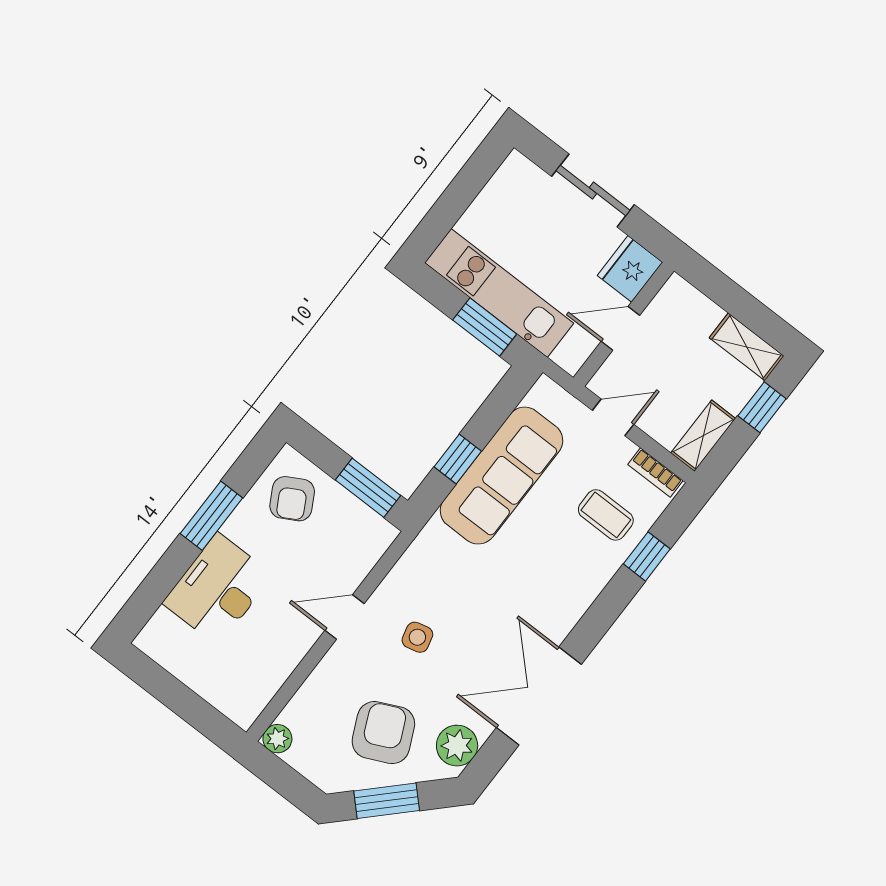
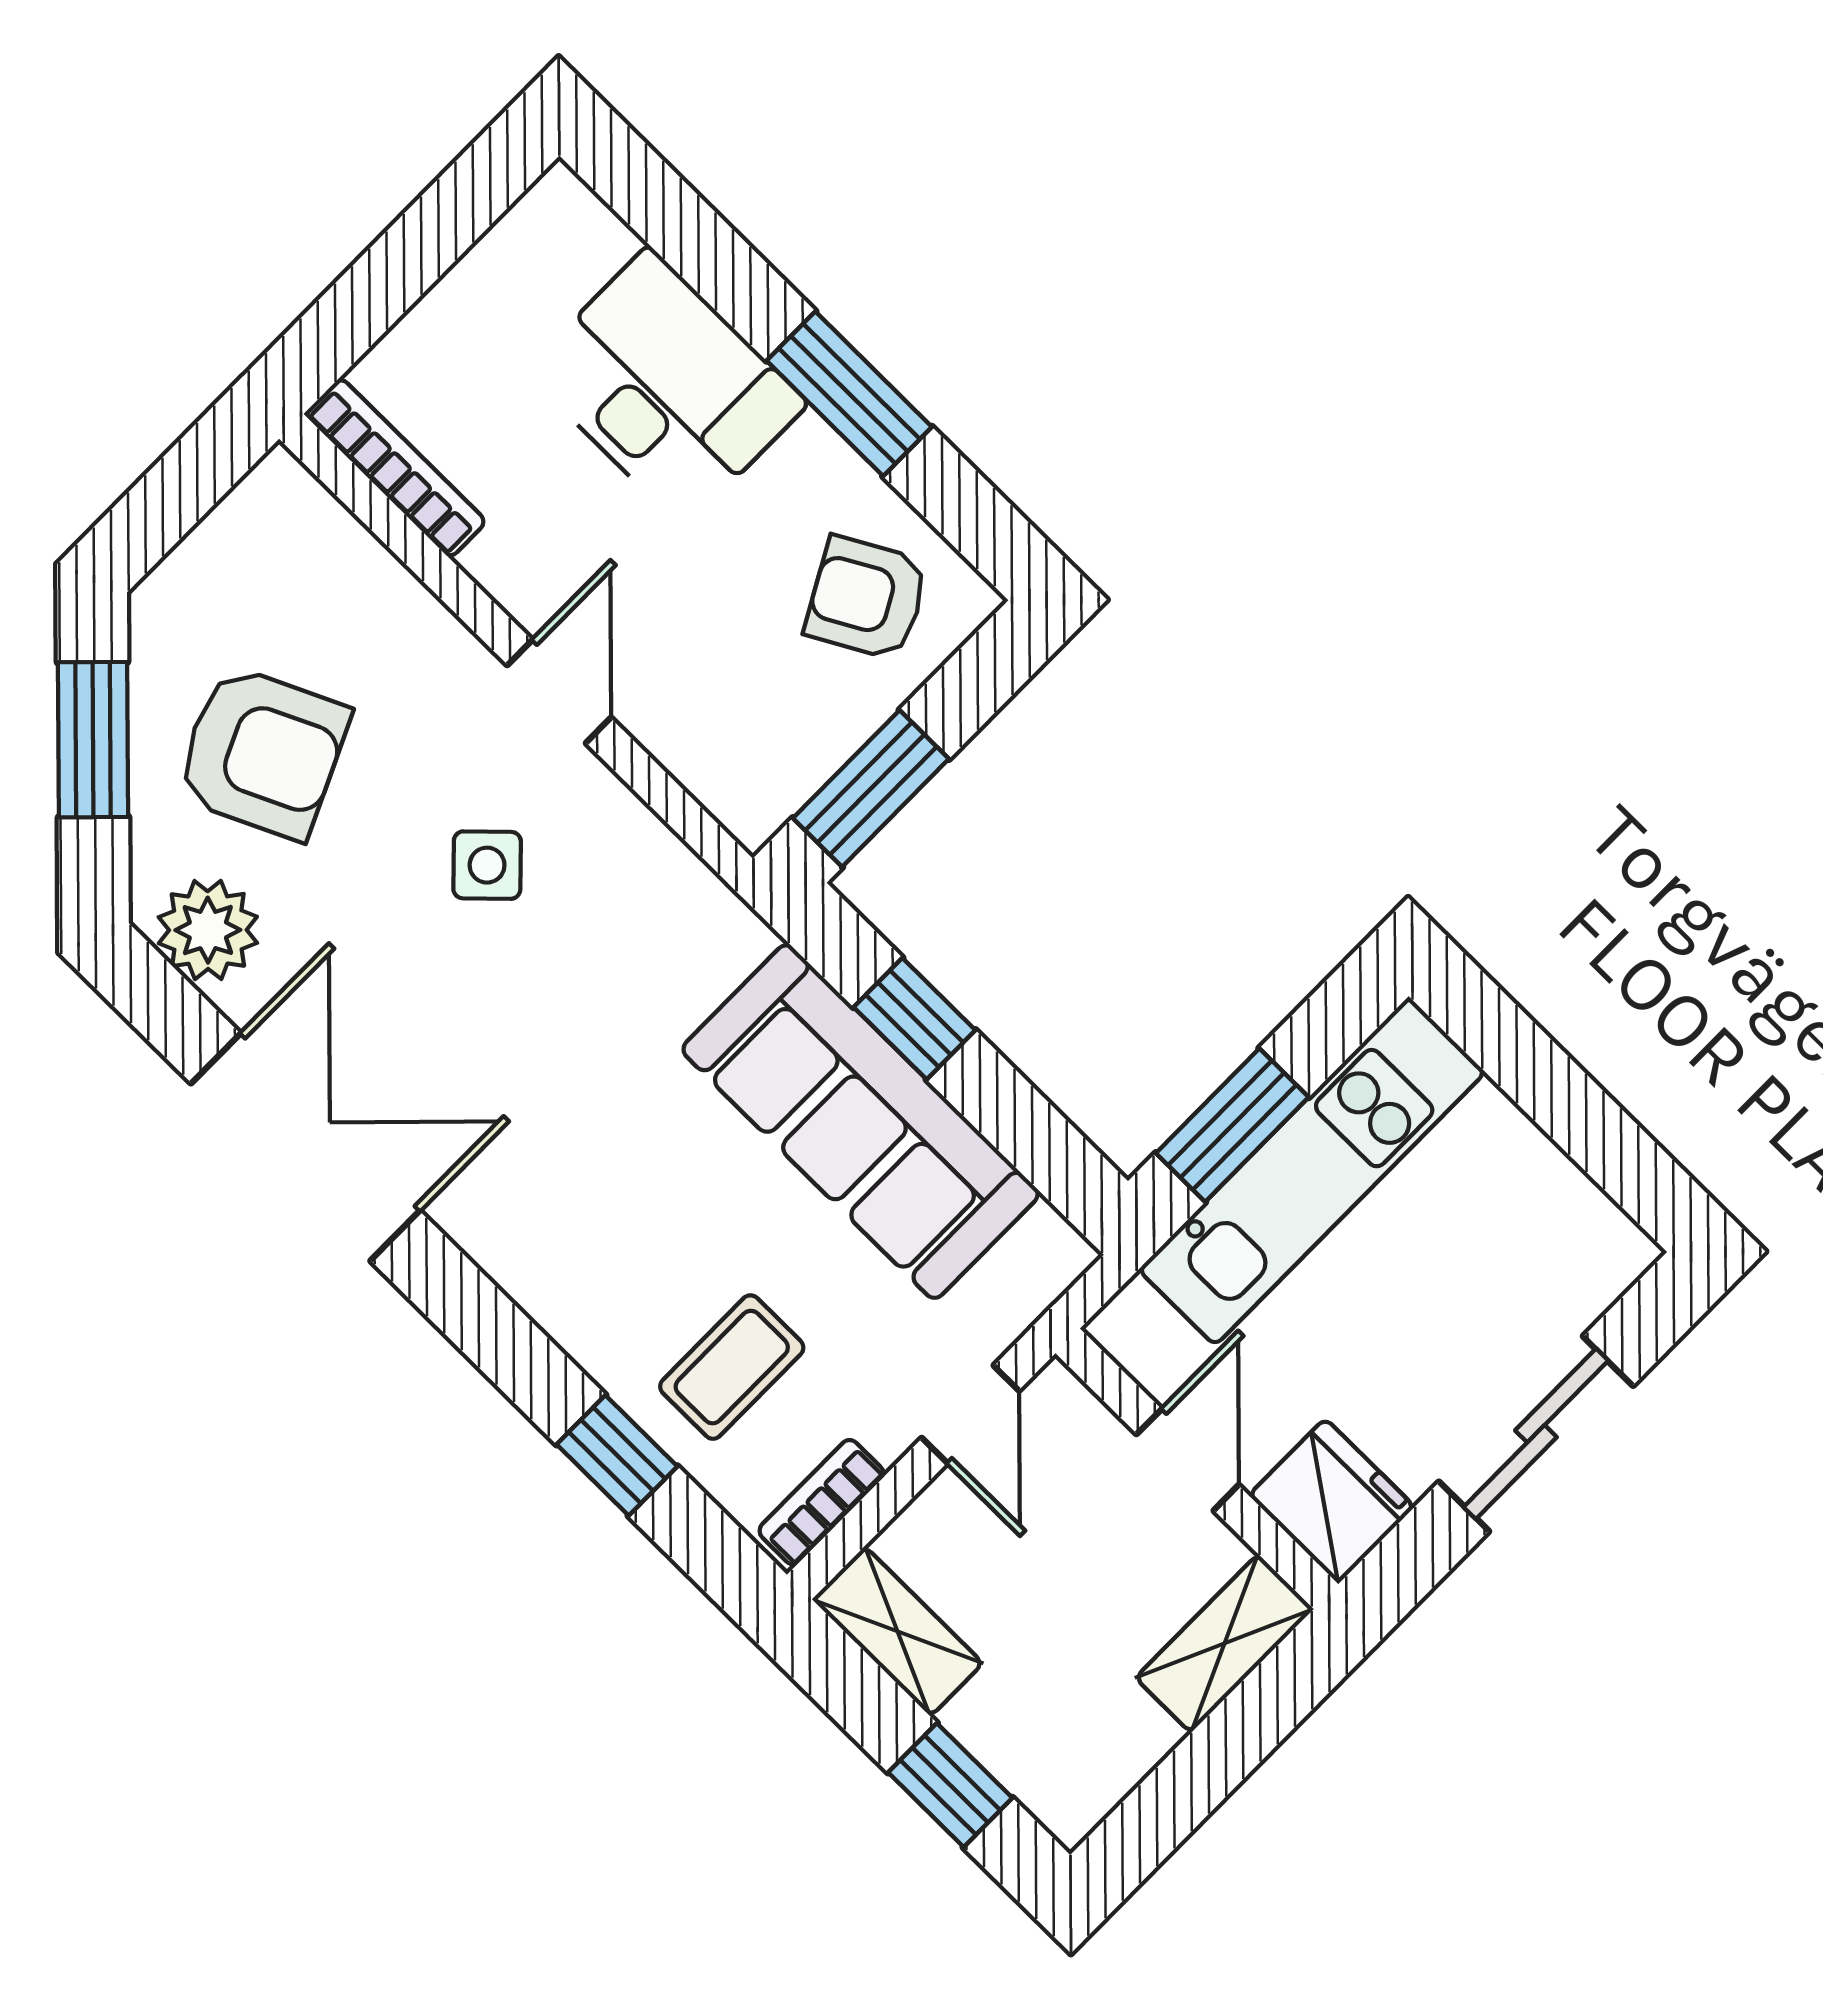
shelving: (747, 347) -> (1224, 1643), moved
side table: (417, 637) -> (487, 865), turned -30
bookcase: (263, 693) -> (395, 468), added
plant: (277, 739) -> (279, 489), removed

